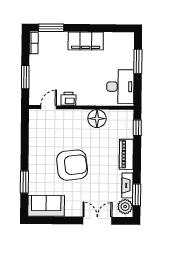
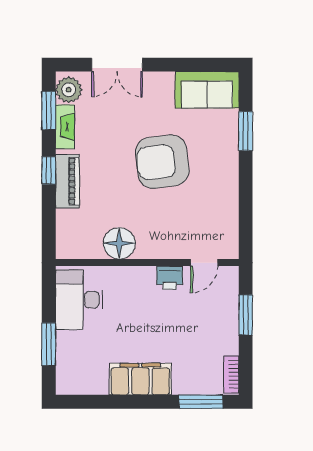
window: (137, 128) -> (49, 170), moved

